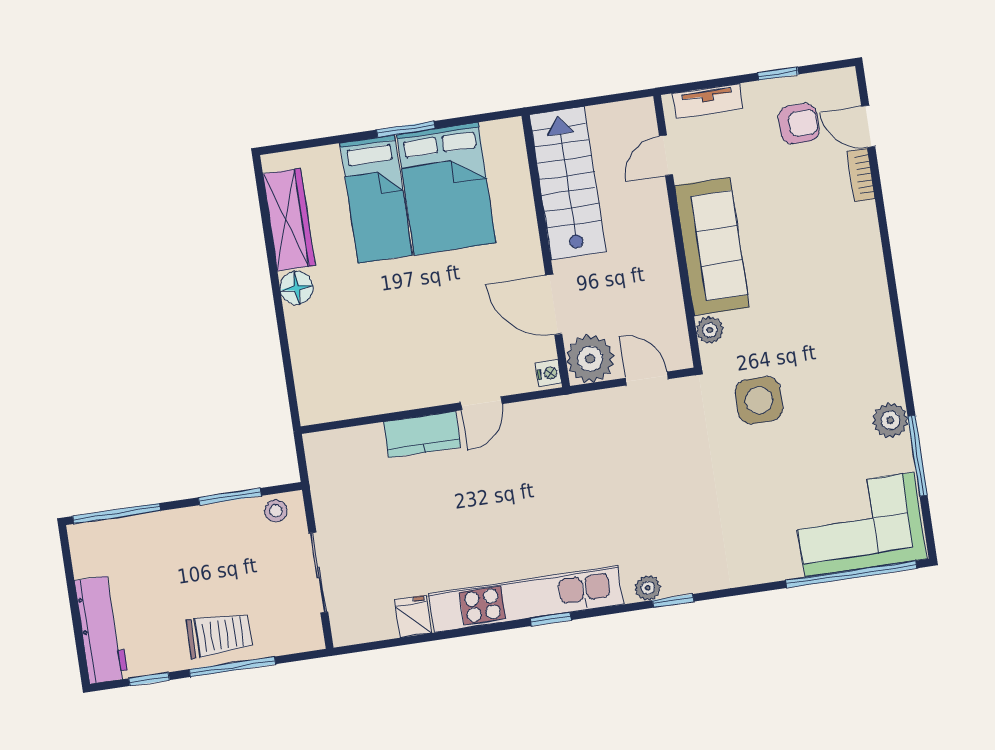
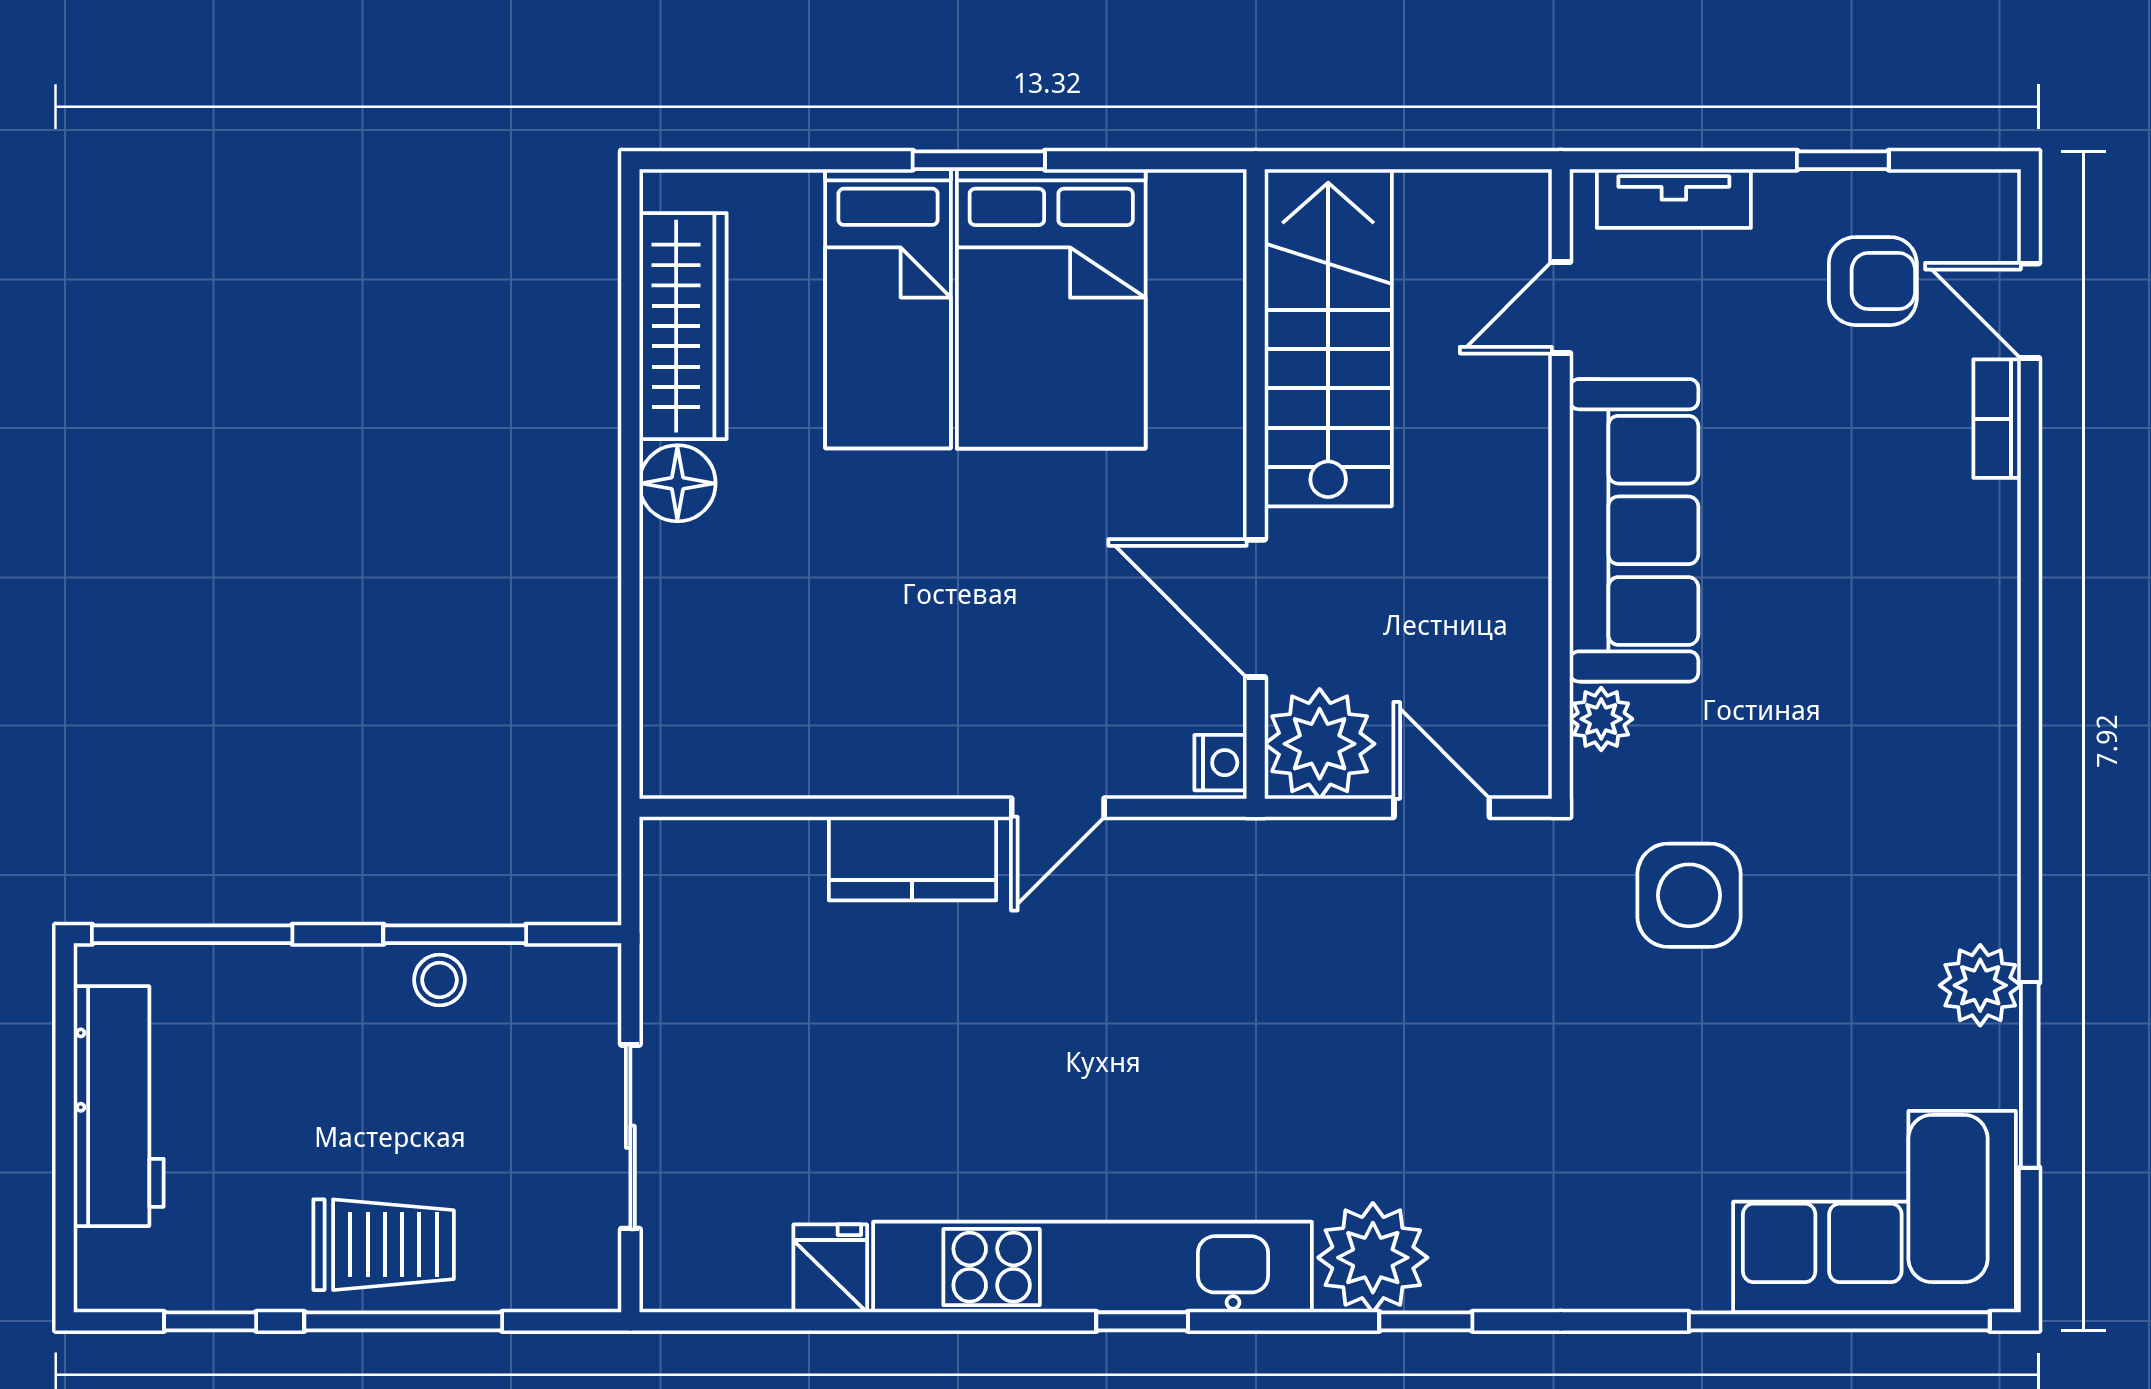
stool: (276, 511) -> (440, 980), moved
plant: (648, 588) -> (1373, 1258), width x1.88, depth x1.88
workbench: (101, 630) -> (119, 1106), moved

